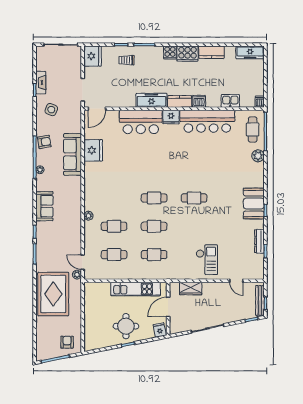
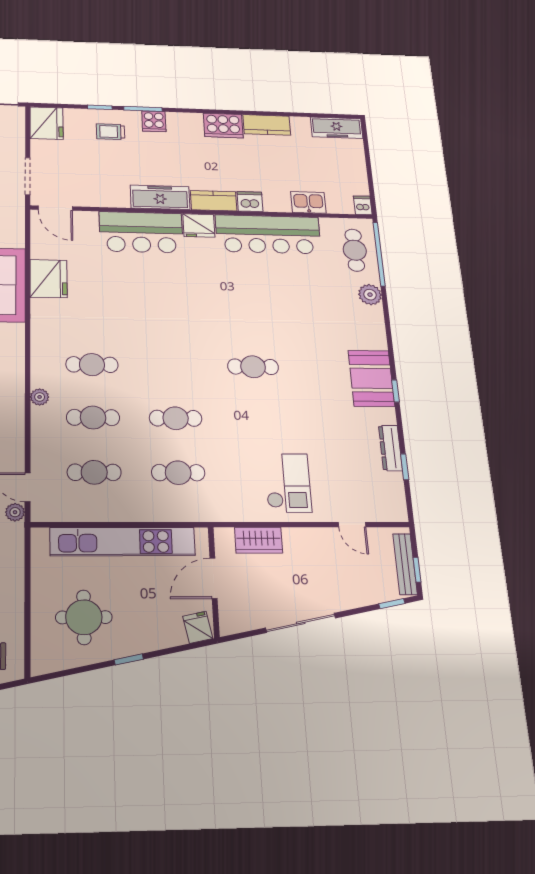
cooker: (170, 53) -> (154, 121), moved
door: (97, 109) -> (55, 208), hinge flipped
cafe table: (154, 198) -> (92, 365), moved
kitchen unit: (136, 289) -> (123, 542), width x1.36
round table: (126, 326) -> (84, 617), moved

